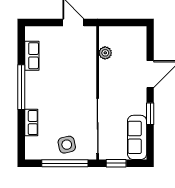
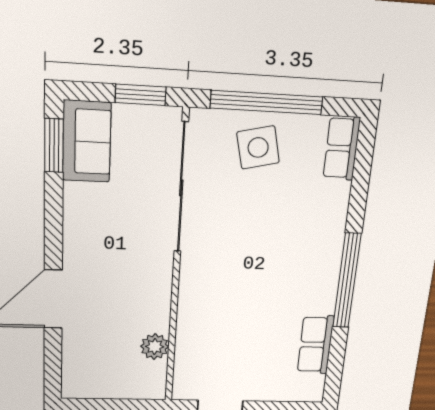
window: (150, 114) -> (54, 145), moved
row of seats: (31, 123) -> (342, 148), moved
sofa: (137, 137) -> (87, 142), width x0.73

